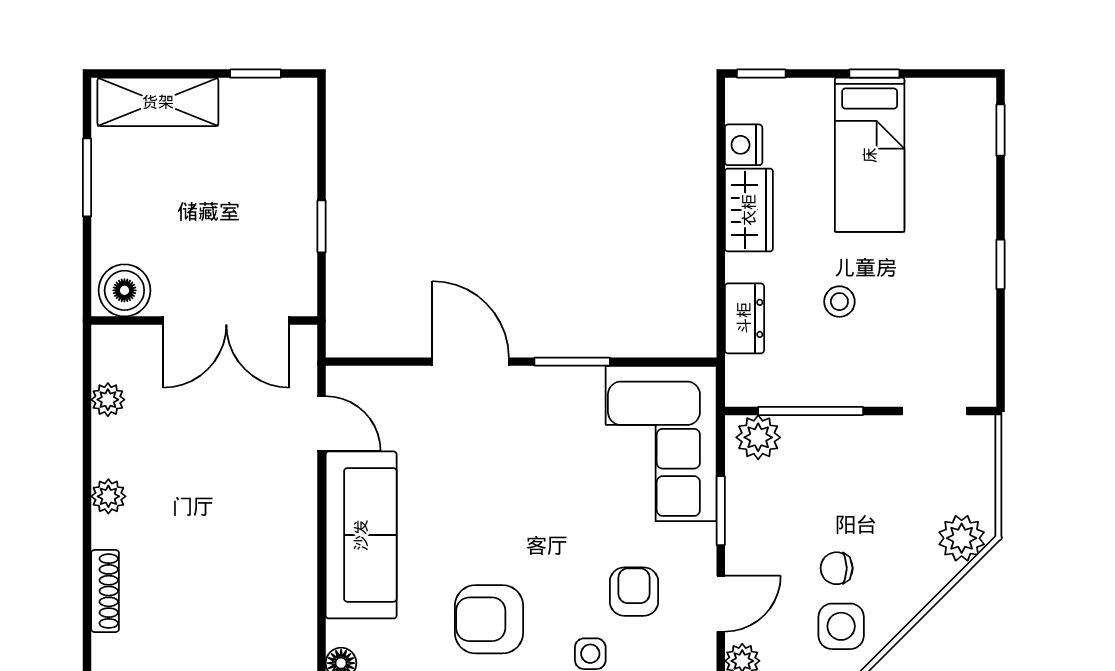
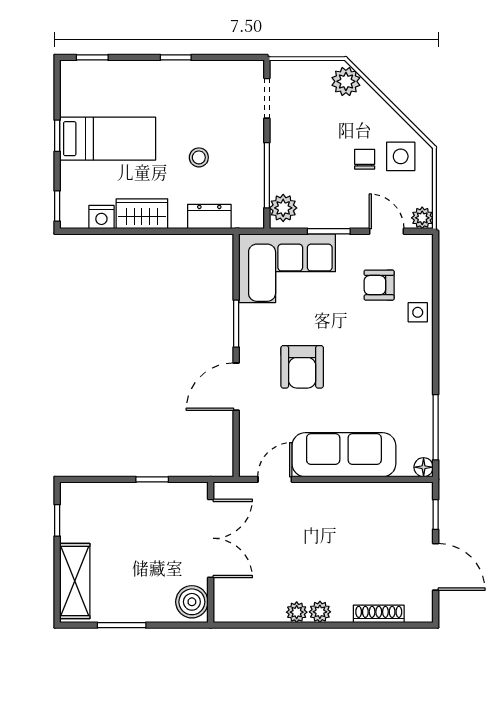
plant: (108, 400) -> (297, 612), moved
chair: (837, 568) -> (365, 159), turned 180
armchair: (489, 619) -> (302, 367), moved

